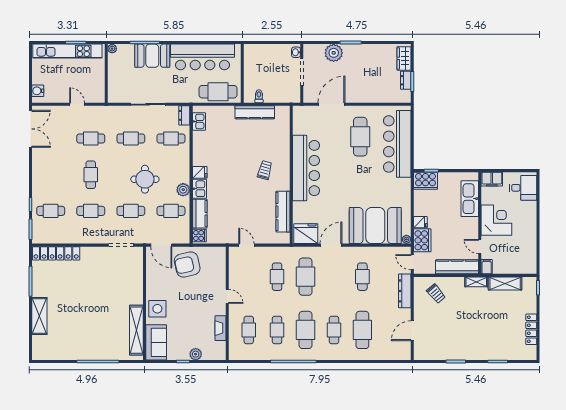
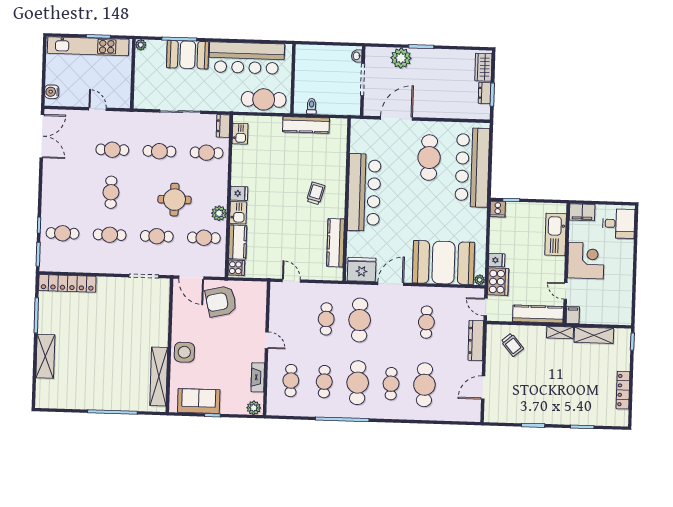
cooker: (425, 181) -> (498, 209), width x0.53, depth x0.76
sofa: (156, 342) -> (199, 401), moved, turned -90
plant: (196, 354) -> (254, 408), moved

